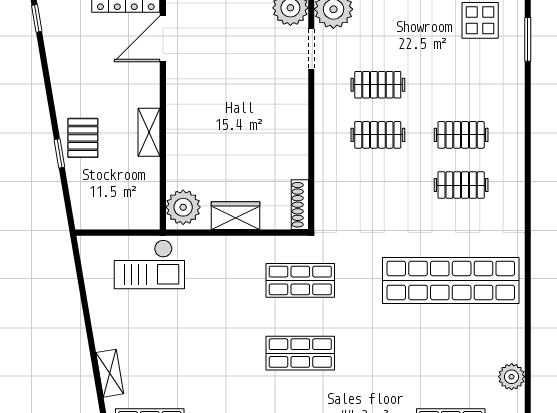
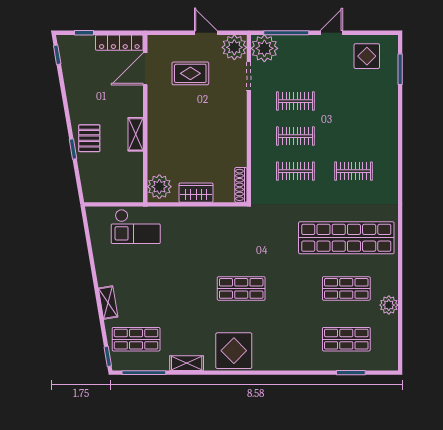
rug: (227, 45) -> (190, 73), added
clothes rail: (461, 135) -> (295, 171), moved
shop shelf: (300, 280) -> (346, 288), moved

